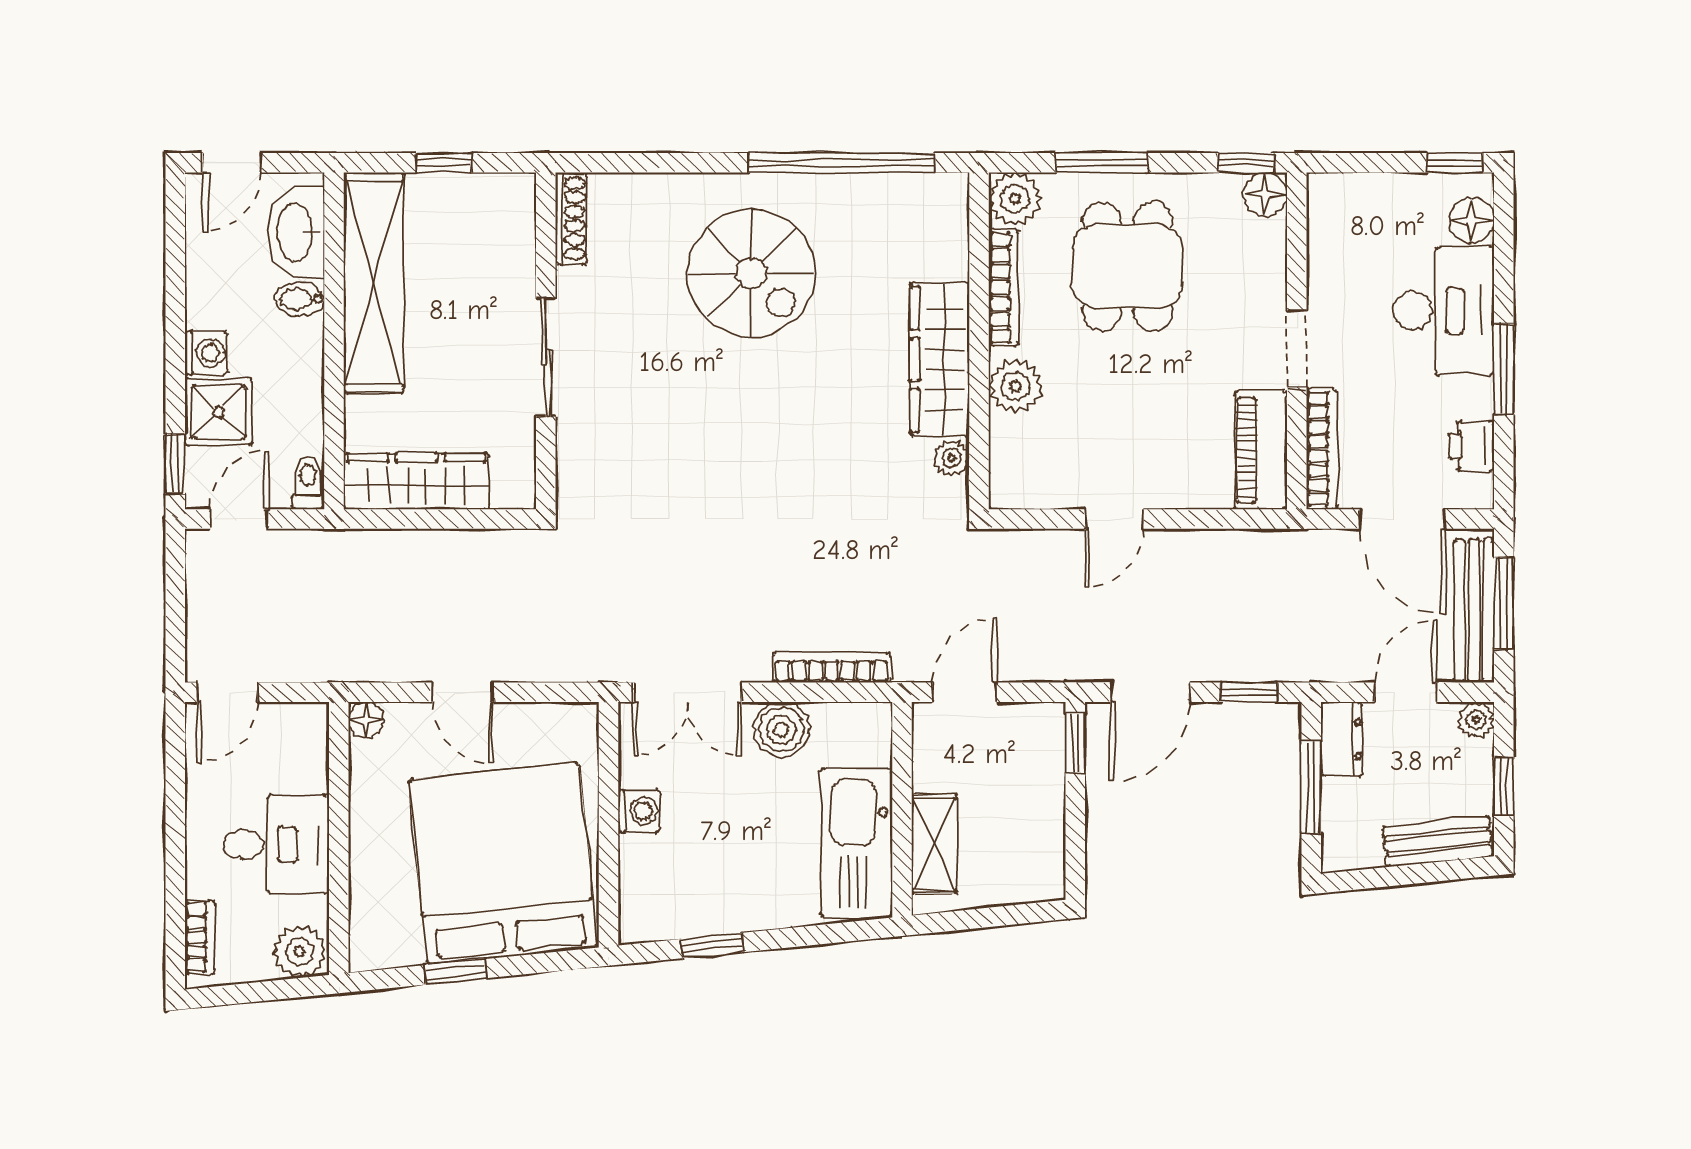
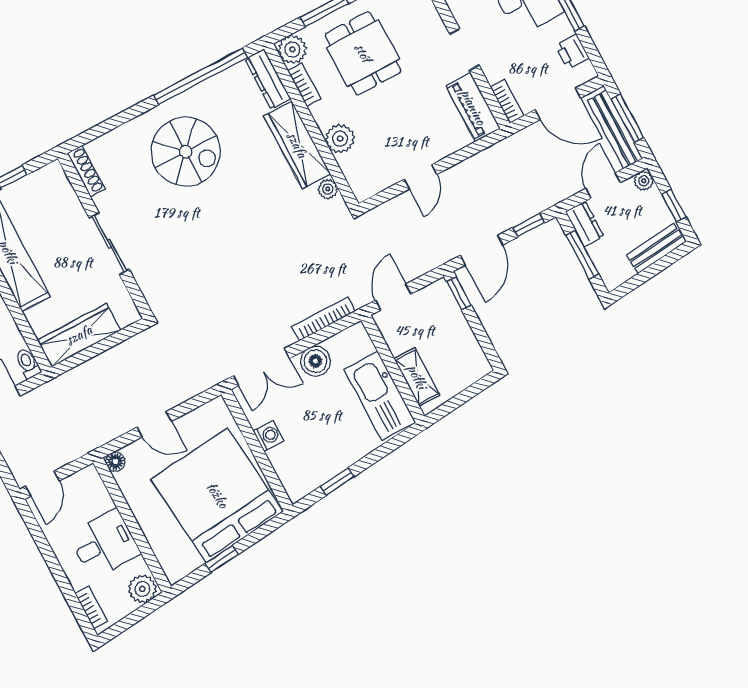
dresser: (949, 226) -> (268, 79), added
bookcase: (1004, 288) -> (304, 85), width x0.64
bookcase: (1322, 449) -> (507, 101), width x0.64

